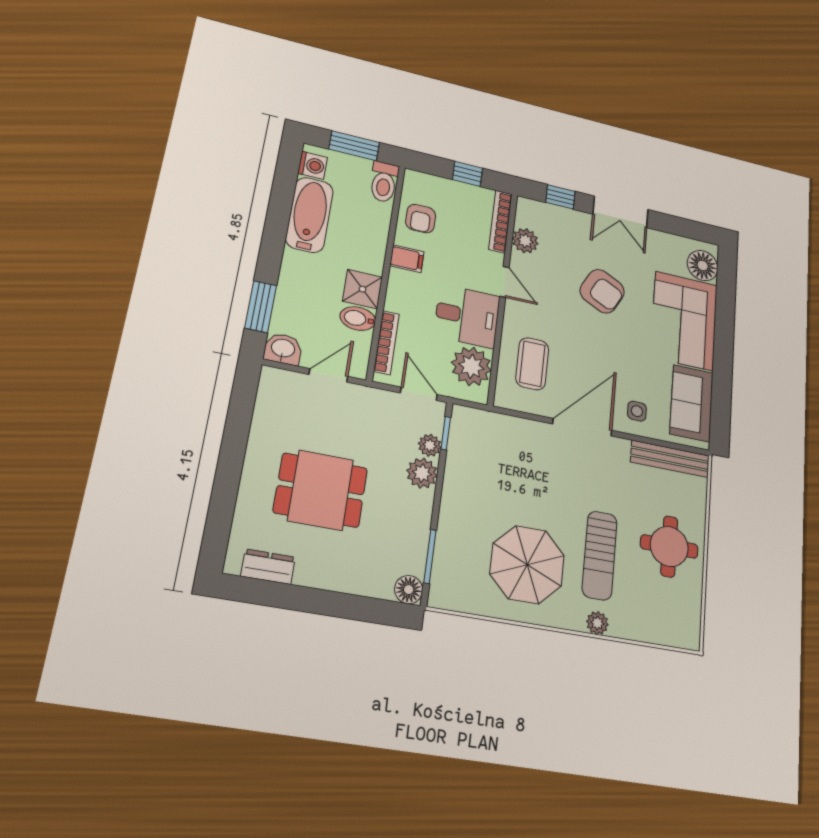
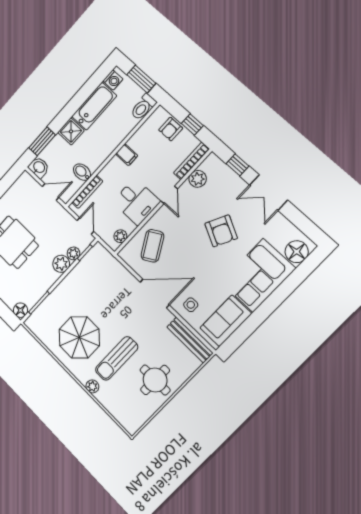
armchair: (421, 219) -> (171, 129), moved
shower: (363, 289) -> (71, 131), moved
coffee table: (532, 364) -> (152, 246), turned -30
plant: (471, 366) -> (120, 236), width x0.53, depth x0.53

